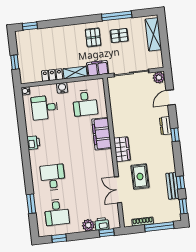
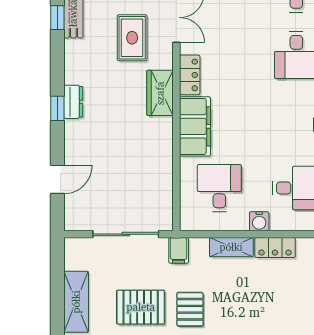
pallet: (119, 36) -> (141, 307), width x1.50, depth x1.42
filing cabinet: (98, 68) -> (179, 250), width x0.50
plant: (159, 78) -> (75, 220), removed
dresser: (165, 126) -> (73, 102), moved
locker: (107, 160) -> (190, 75), added

